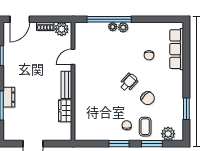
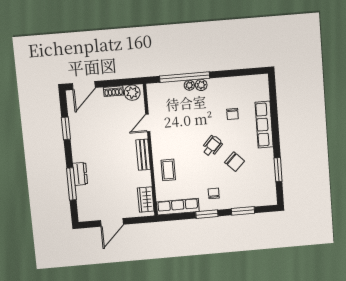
row of seats: (177, 49) -> (264, 124), moved
wardrobe: (65, 111) -> (146, 200), moved
coffee table: (145, 127) -> (168, 170), moved
row of seats: (93, 134) -> (178, 207), added
plant: (168, 134) -> (260, 199), removed

